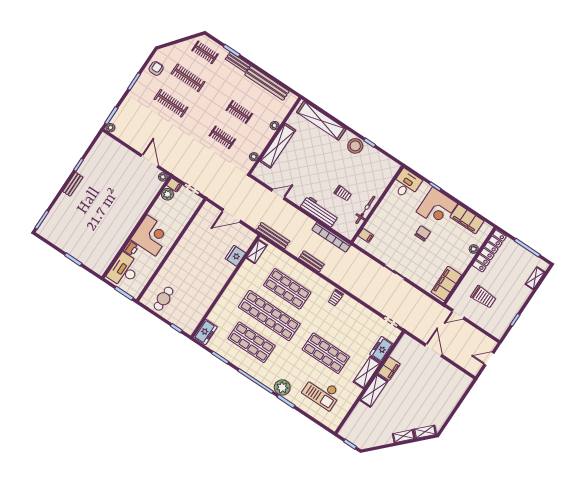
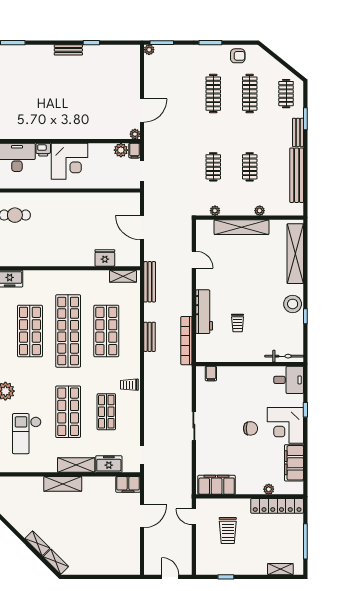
bicycle: (365, 210) -> (284, 356), moved
shop shelf: (344, 326) -> (106, 412), added
filing cabinet: (389, 369) -> (128, 484), moved

